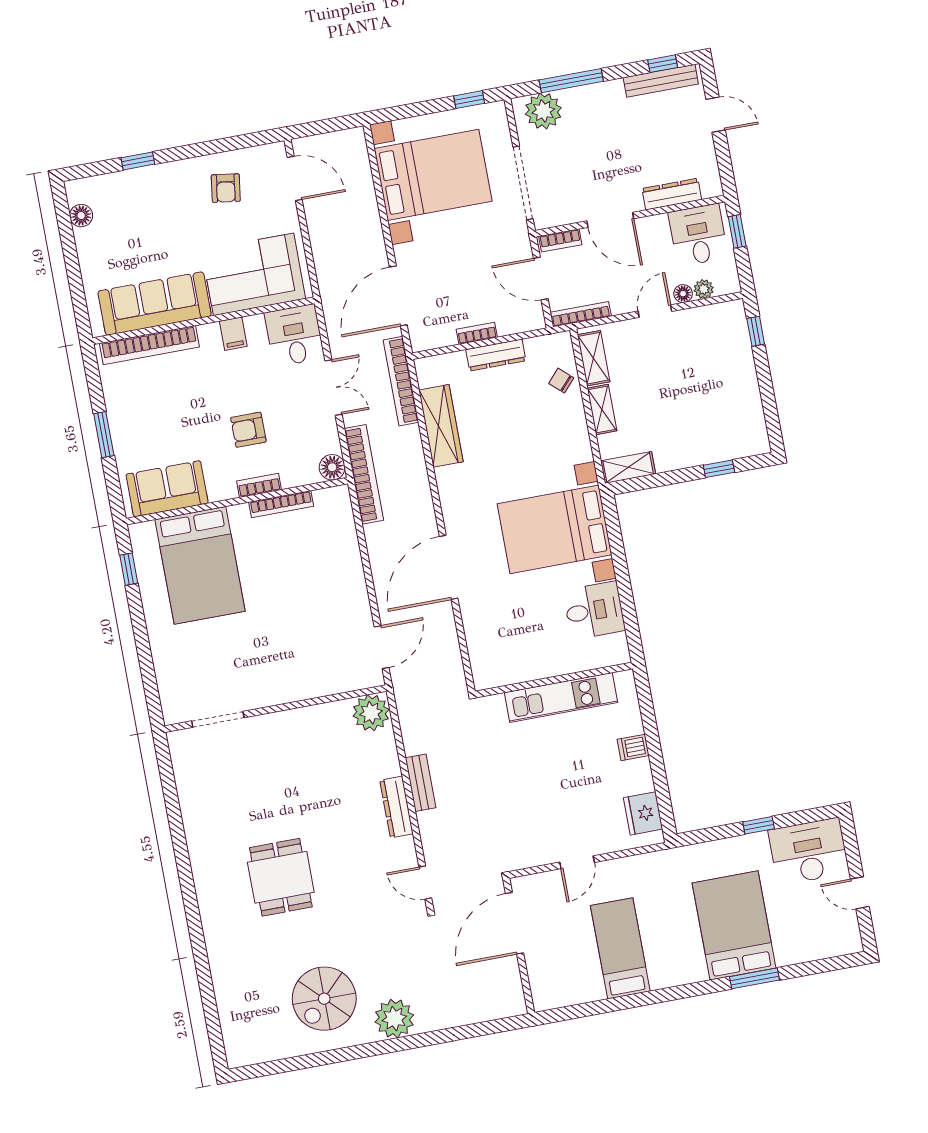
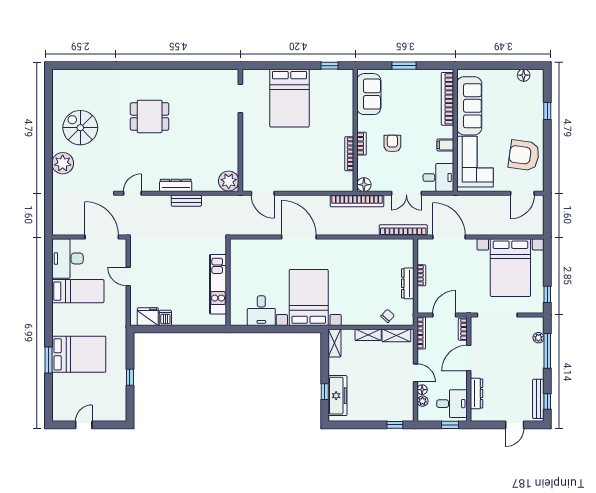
plant: (543, 111) -> (538, 338), width x0.53, depth x0.53
armchair: (226, 188) -> (524, 155), width x1.88, depth x1.88
wardrobe: (441, 426) -> (375, 247), removed
freezer: (722, 444) -> (338, 396), added
bed: (200, 565) -> (289, 98), moved, turned -90
dishwasher: (633, 747) -> (165, 318), moved
desk: (809, 852) -> (67, 258), moved, turned 180

